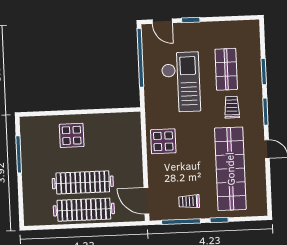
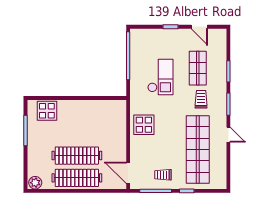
door: (162, 21) -> (199, 27), moved
checkout: (181, 82) -> (160, 77), width x0.73, depth x0.83
display table: (72, 135) -> (47, 111), moved
plant: (33, 218) -> (35, 183), added

